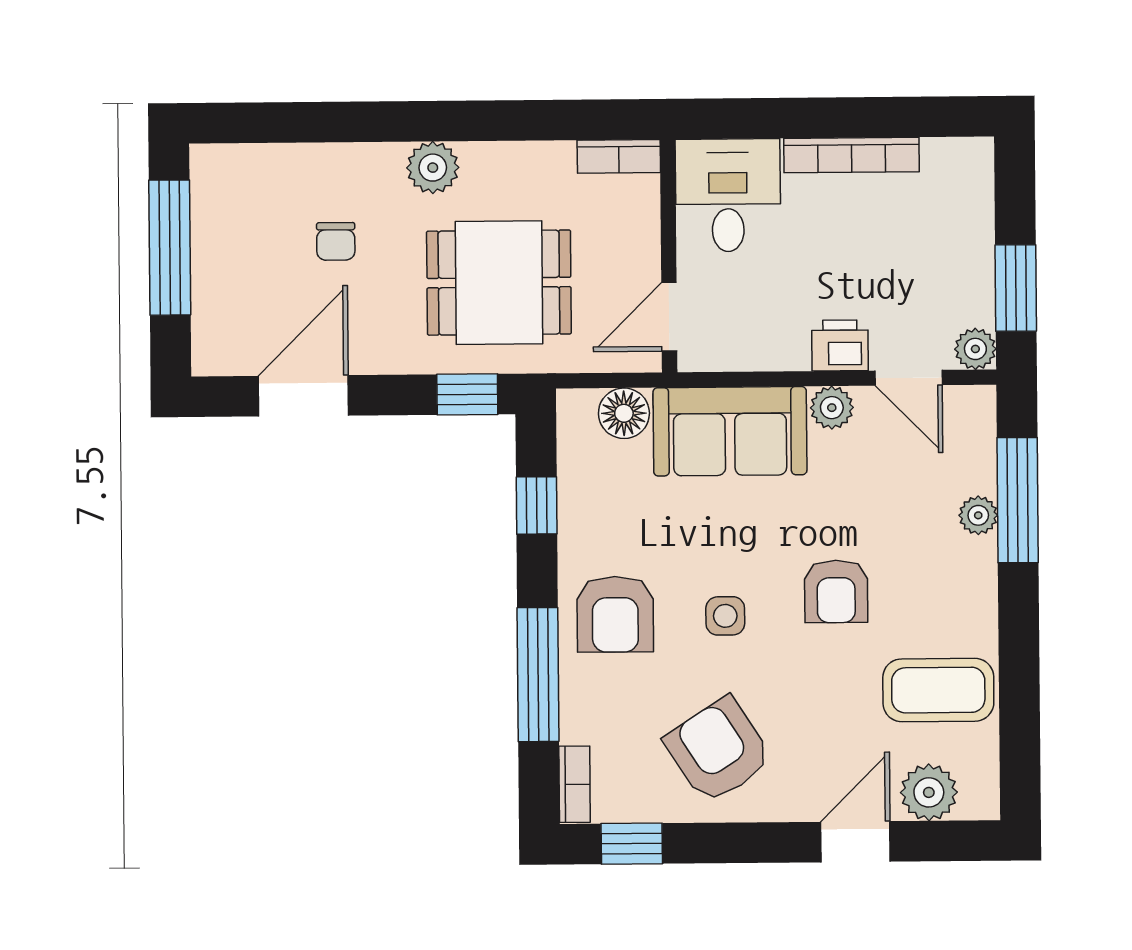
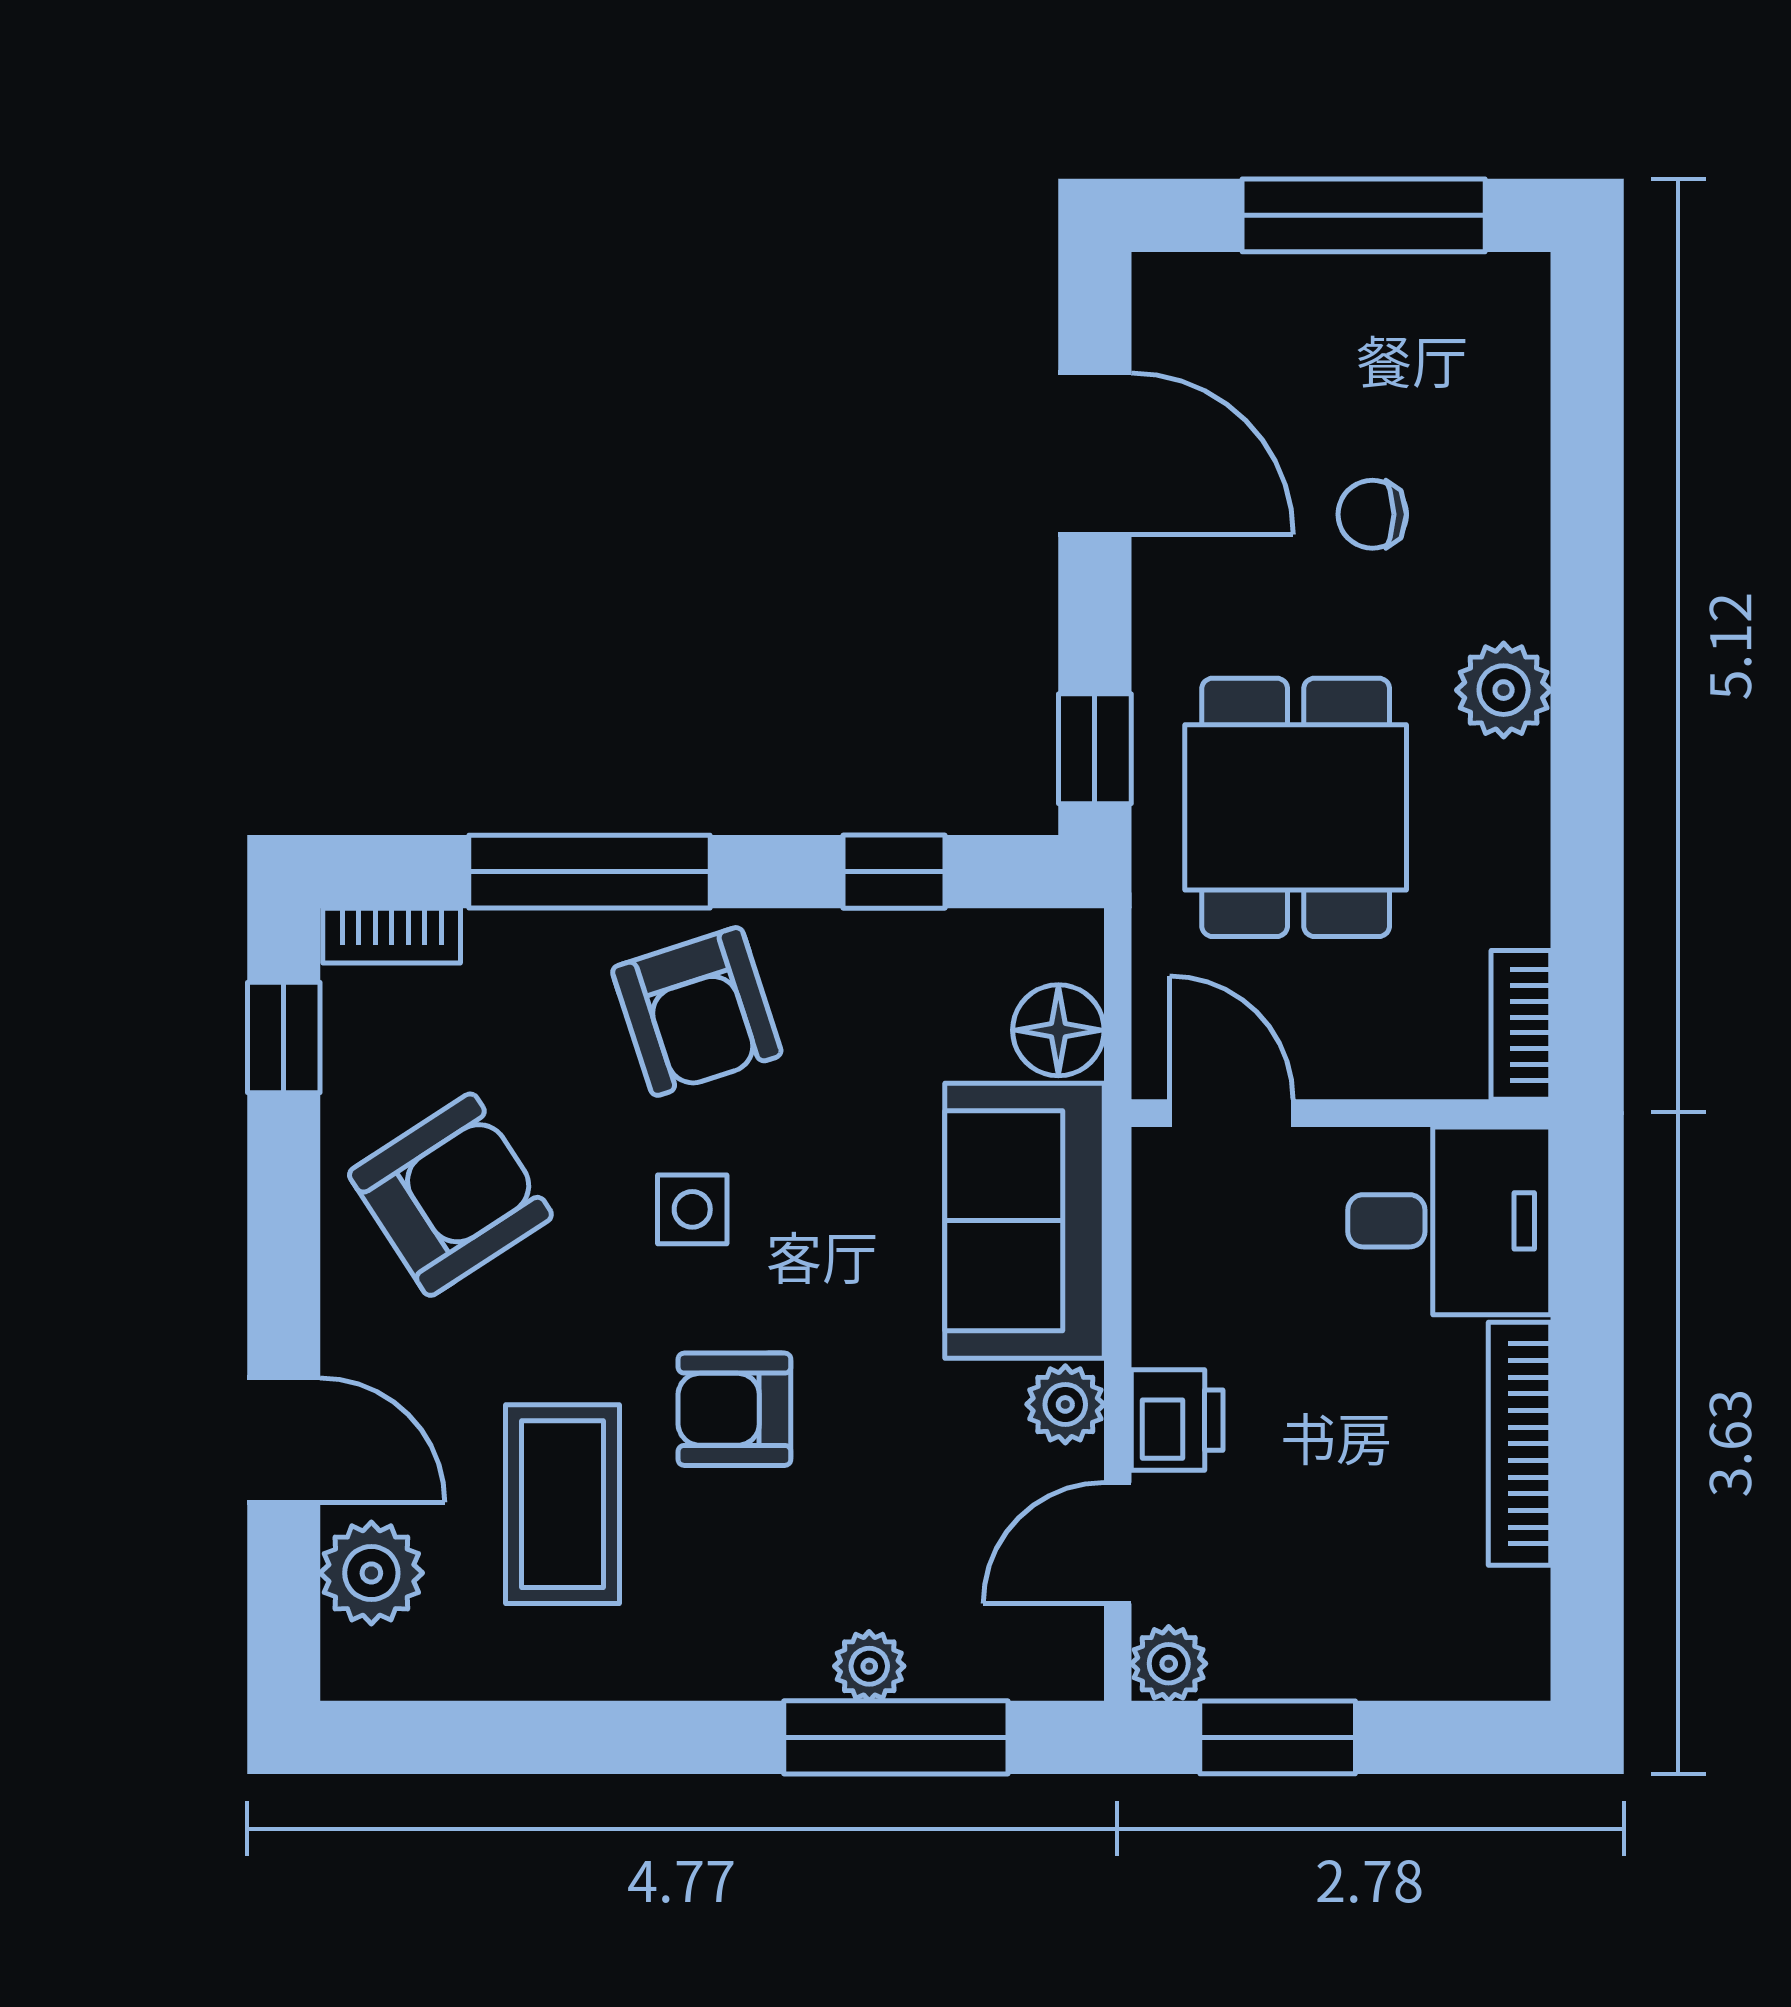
armchair: (615, 614) -> (697, 1011), turned -108
coffee table: (938, 690) -> (562, 1504), moved

